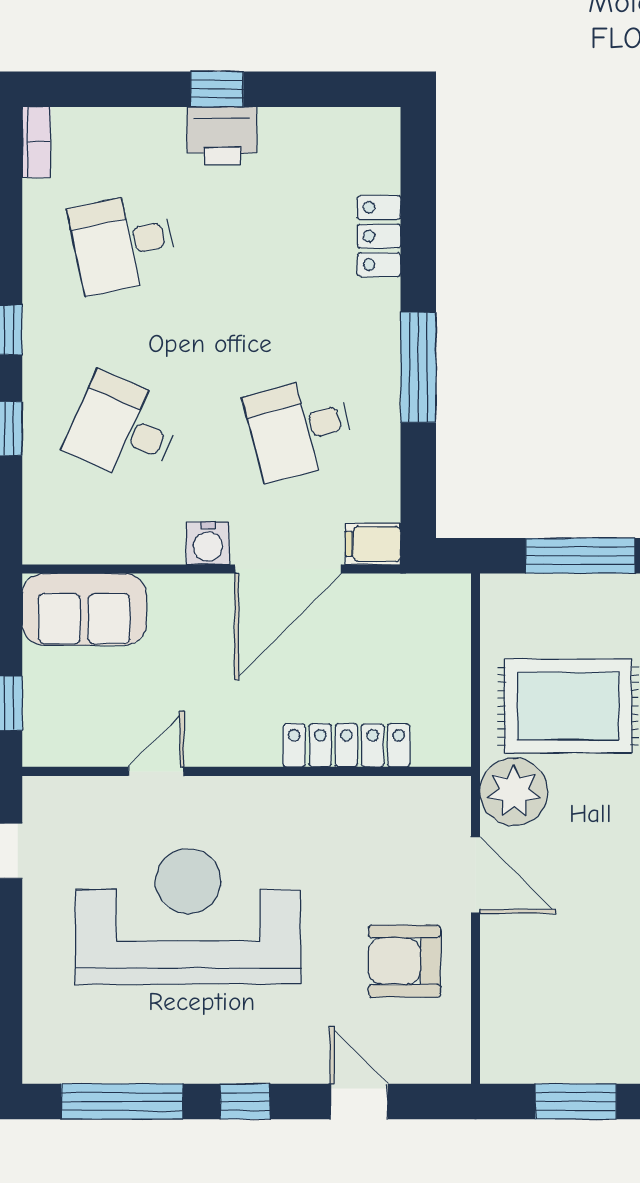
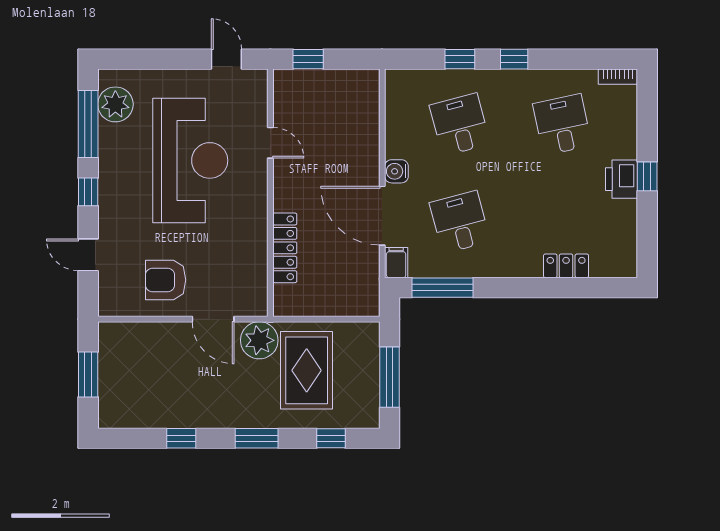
window: (418, 367) -> (442, 288), moved
desk: (123, 428) -> (460, 125), turned -39
sofa: (84, 609) -> (360, 103), removed
door: (475, 875) -> (213, 319), hinge flipped
armchair: (405, 961) -> (166, 280), turned -90
plant: (87, 1052) -> (115, 104), added
door: (359, 1101) -> (88, 255), swing flipped

